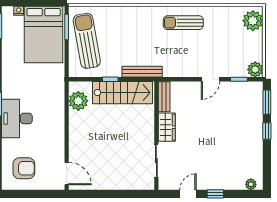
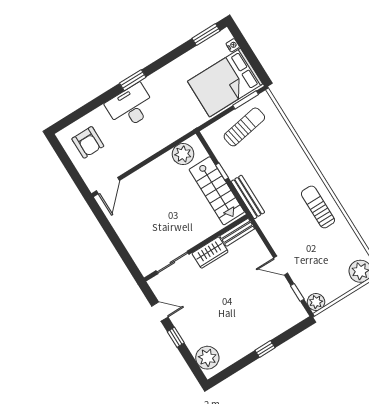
sun lounger: (87, 41) -> (244, 127), width x0.73, depth x0.75
window: (267, 102) -> (292, 332), removed
plant: (251, 184) -> (207, 358), width x1.87, depth x1.87

